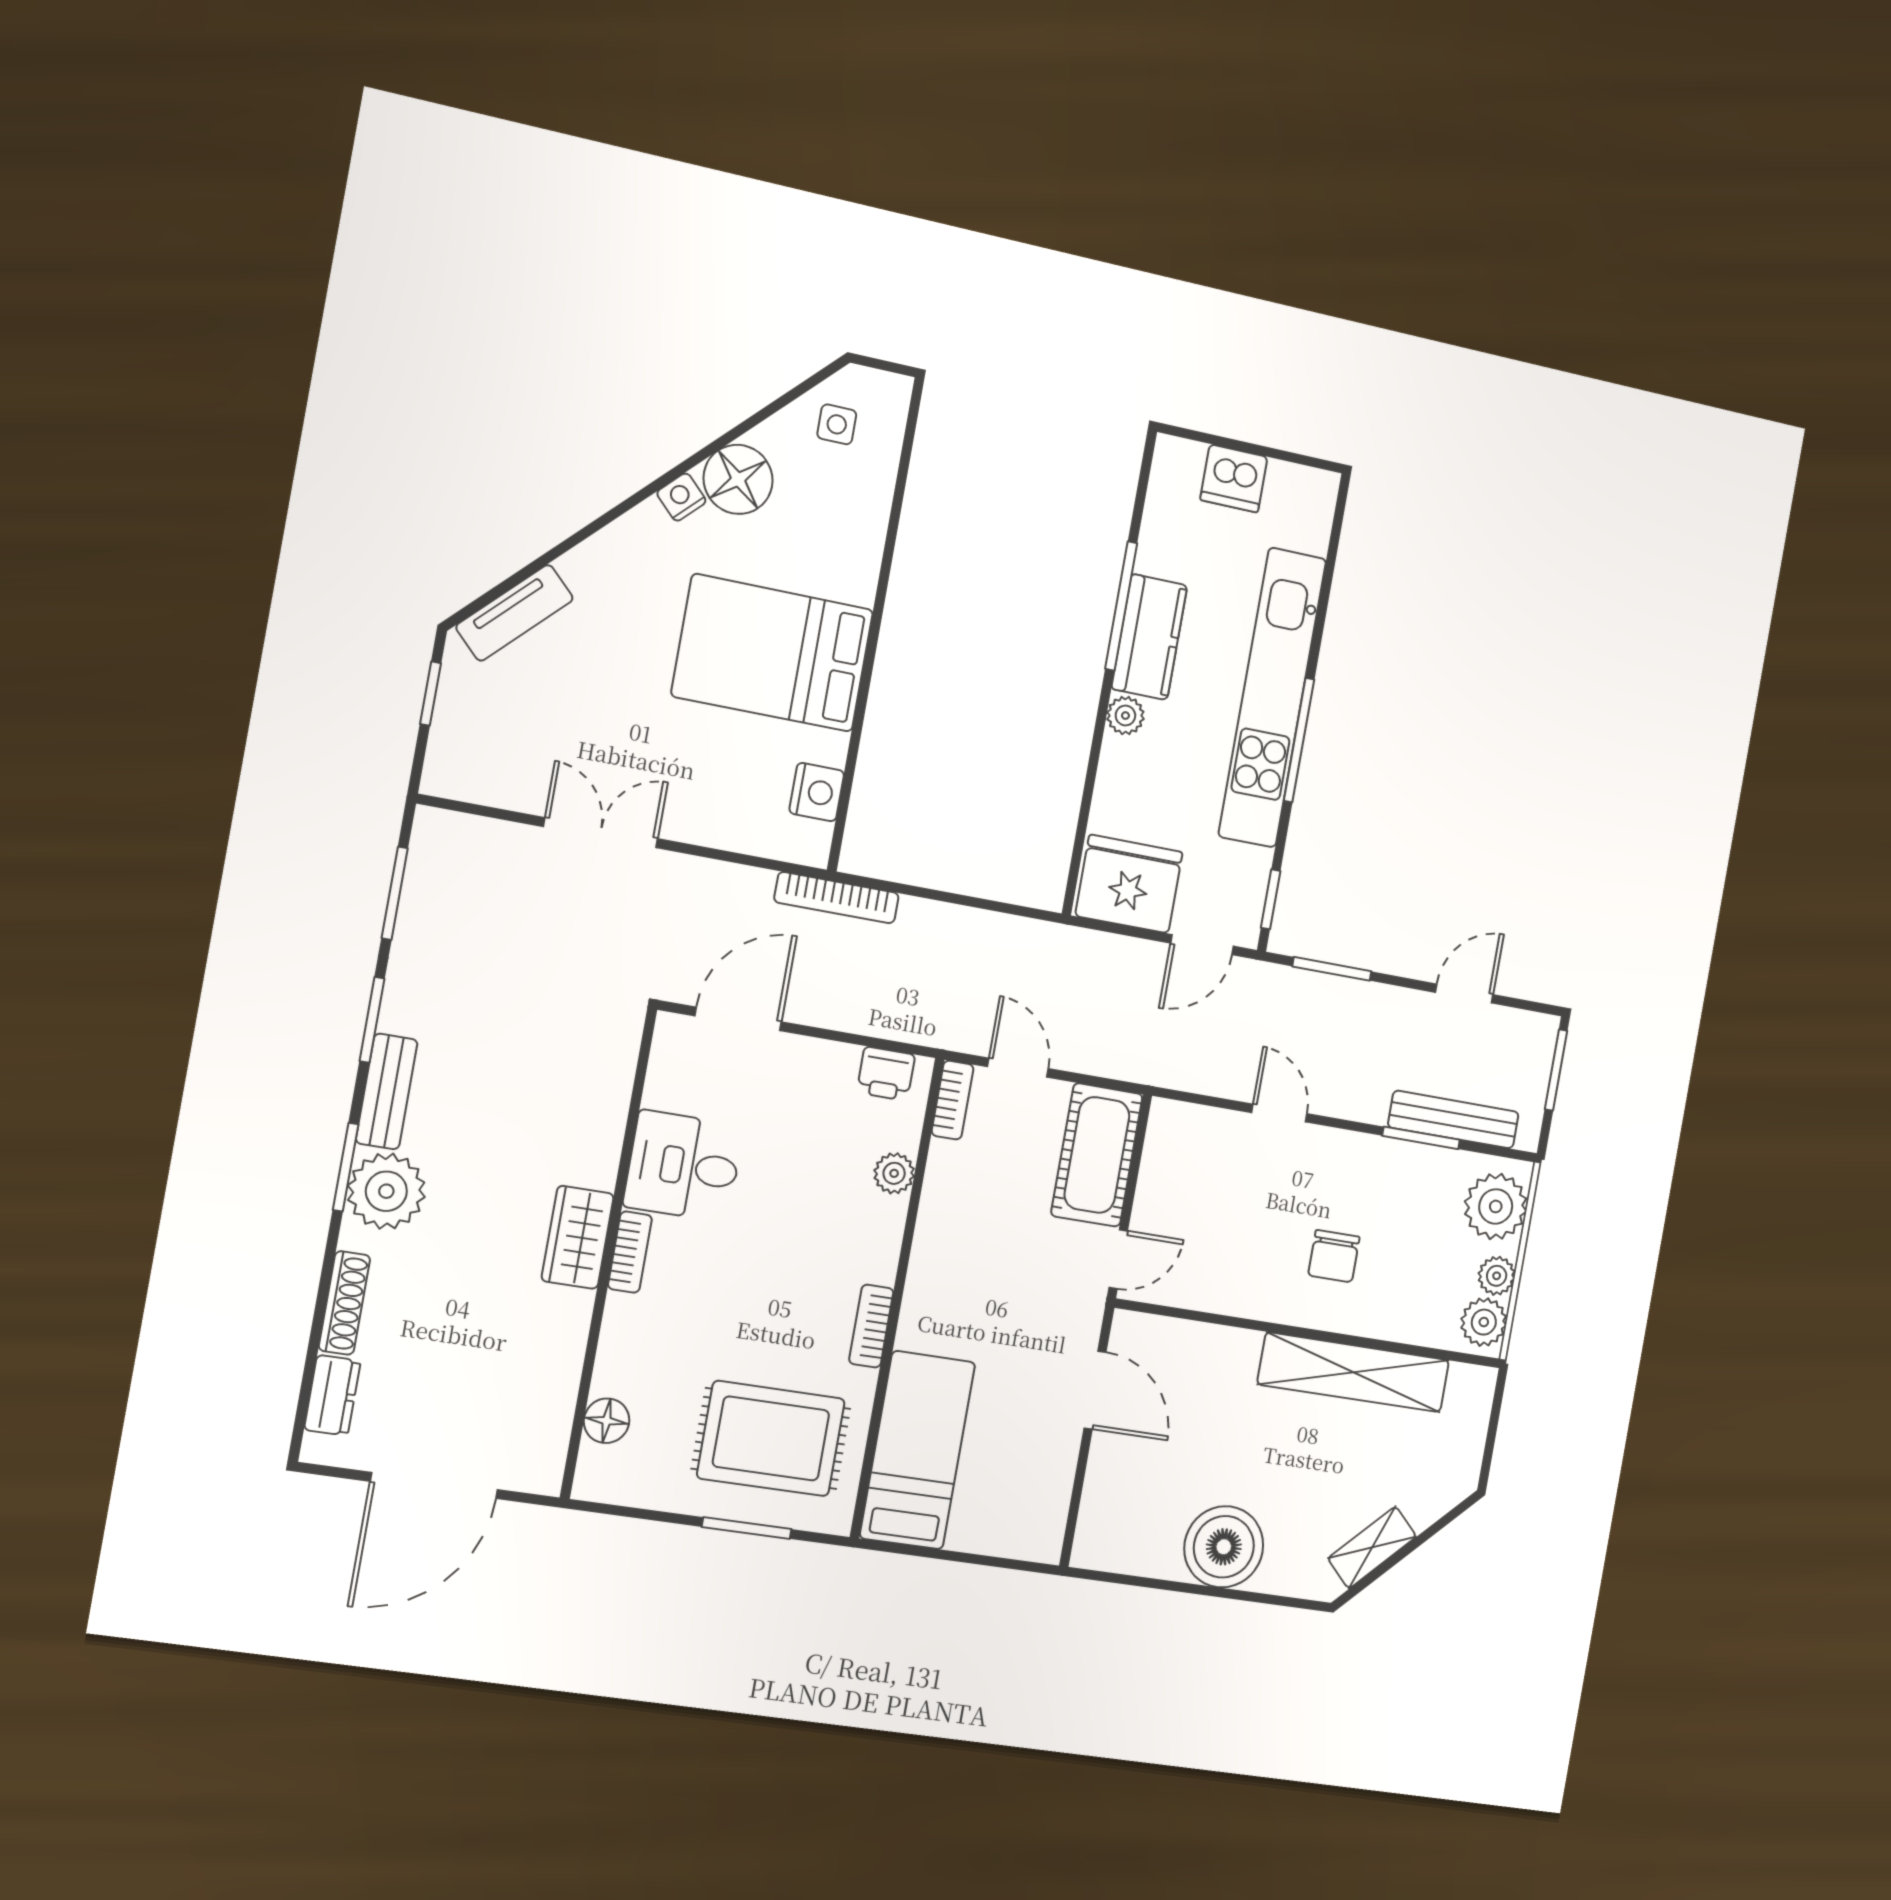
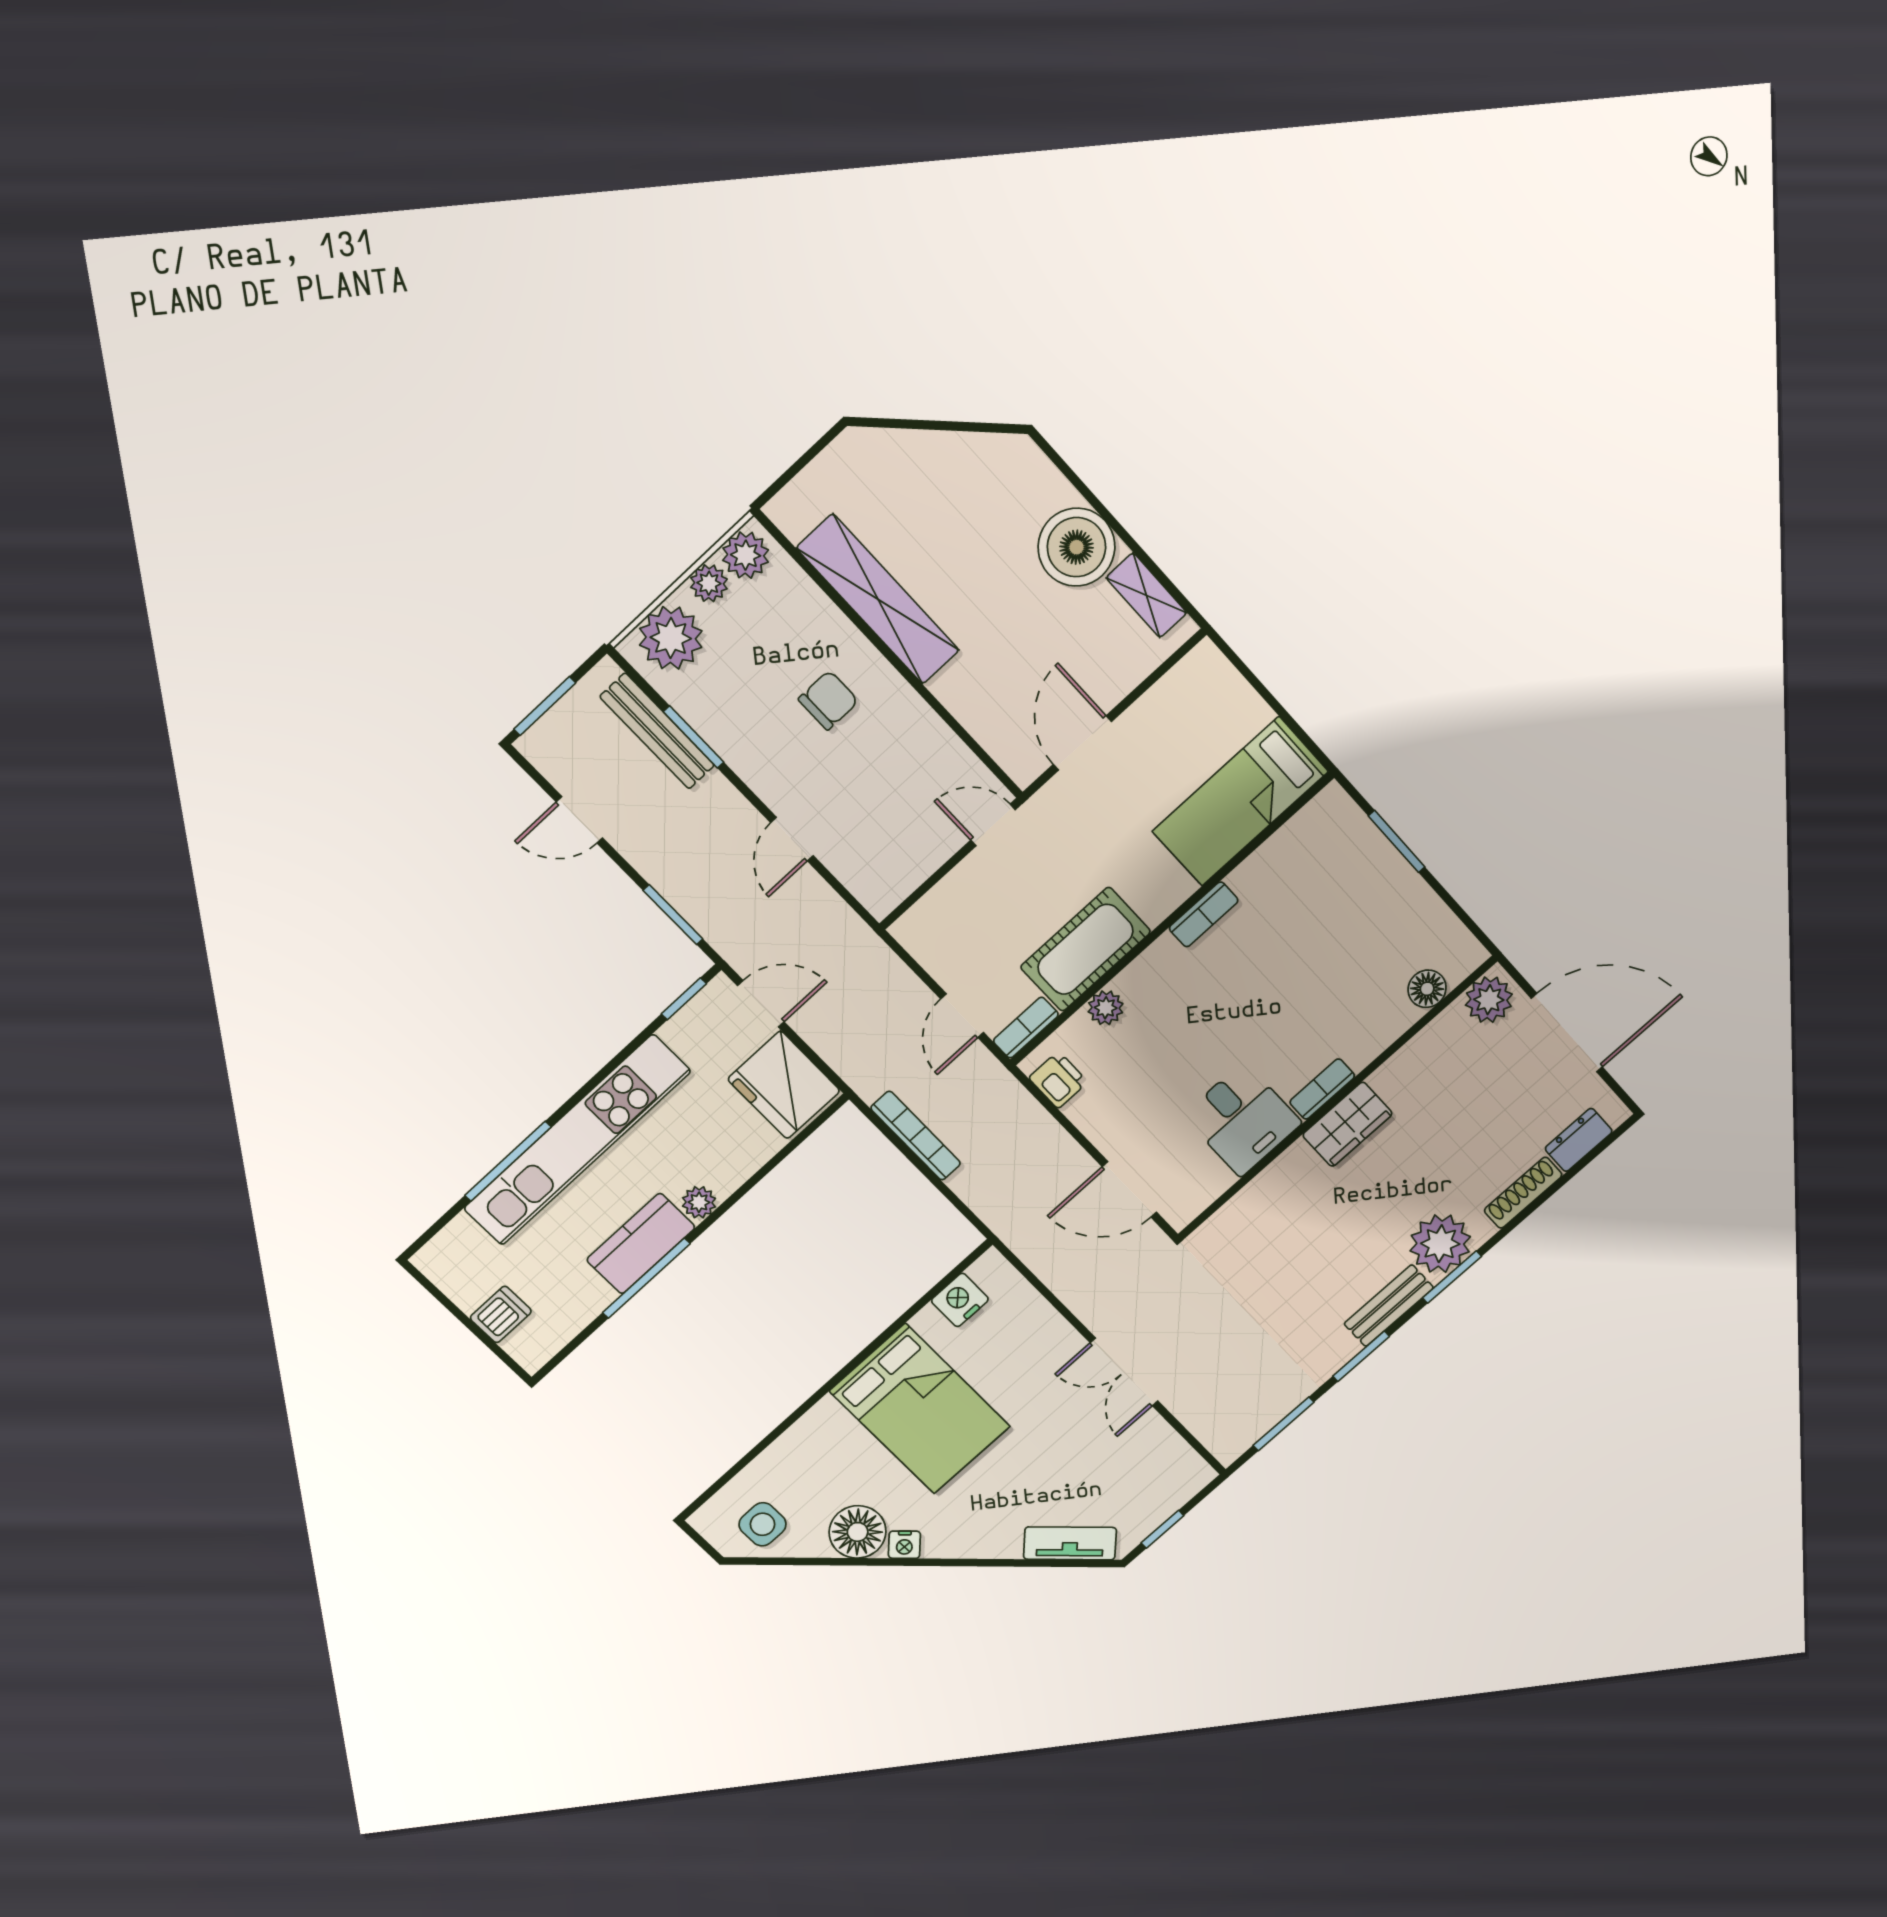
side table: (837, 424) -> (763, 1524), width x1.37, depth x1.37
dishwasher: (1234, 478) -> (501, 1314), width x0.73
window: (1299, 740) -> (508, 1161), moved
bookcase: (837, 898) -> (916, 1136), moved
cot: (1097, 1155) -> (1085, 949), moved
rug: (771, 1439) -> (1332, 890), removed
plant: (538, 1457) -> (1489, 1000), added
shelving: (1372, 1547) -> (1146, 595), moved, turned 45

